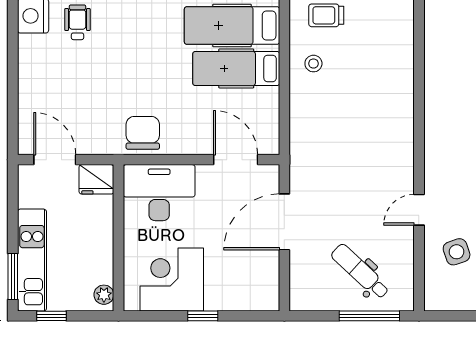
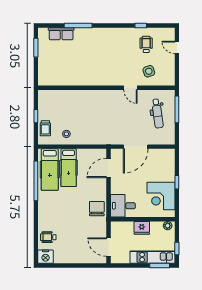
chair: (143, 133) -> (97, 209), turned 90
door: (55, 160) -> (108, 247), hinge flipped
fridge: (96, 179) -> (142, 228), moved, turned 90
desk: (159, 193) -> (123, 206), width x0.73
door: (284, 222) -> (136, 147), hinge flipped
dental chair: (360, 272) -> (157, 113), turned -51

